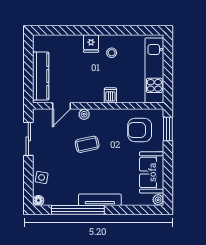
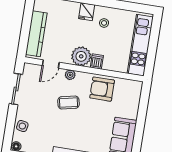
plant: (93, 93) -> (81, 56), added
window: (168, 129) -> (144, 100), removed
armchair: (140, 130) -> (102, 89), moved

